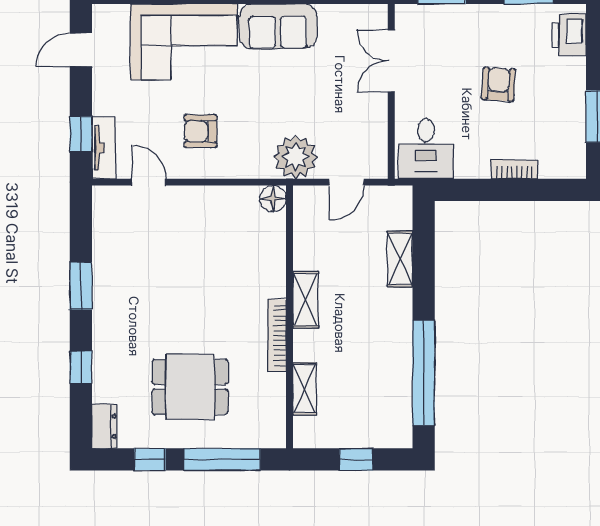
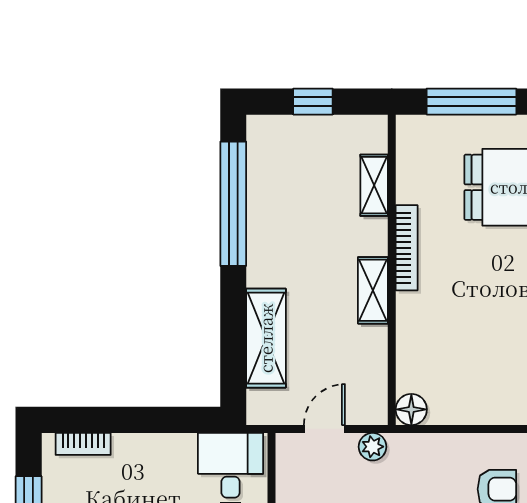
plant: (296, 157) -> (373, 447), width x0.53, depth x0.53
bookcase: (514, 169) -> (83, 444), moved
shelving: (400, 259) -> (266, 338), width x1.50, depth x1.33

